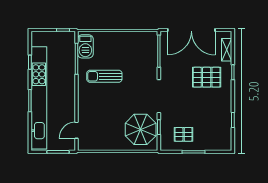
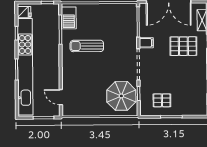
fridge: (38, 40) -> (24, 12), added
filing cabinet: (167, 73) -> (146, 43), added
door: (77, 130) -> (61, 97), hinge flipped

